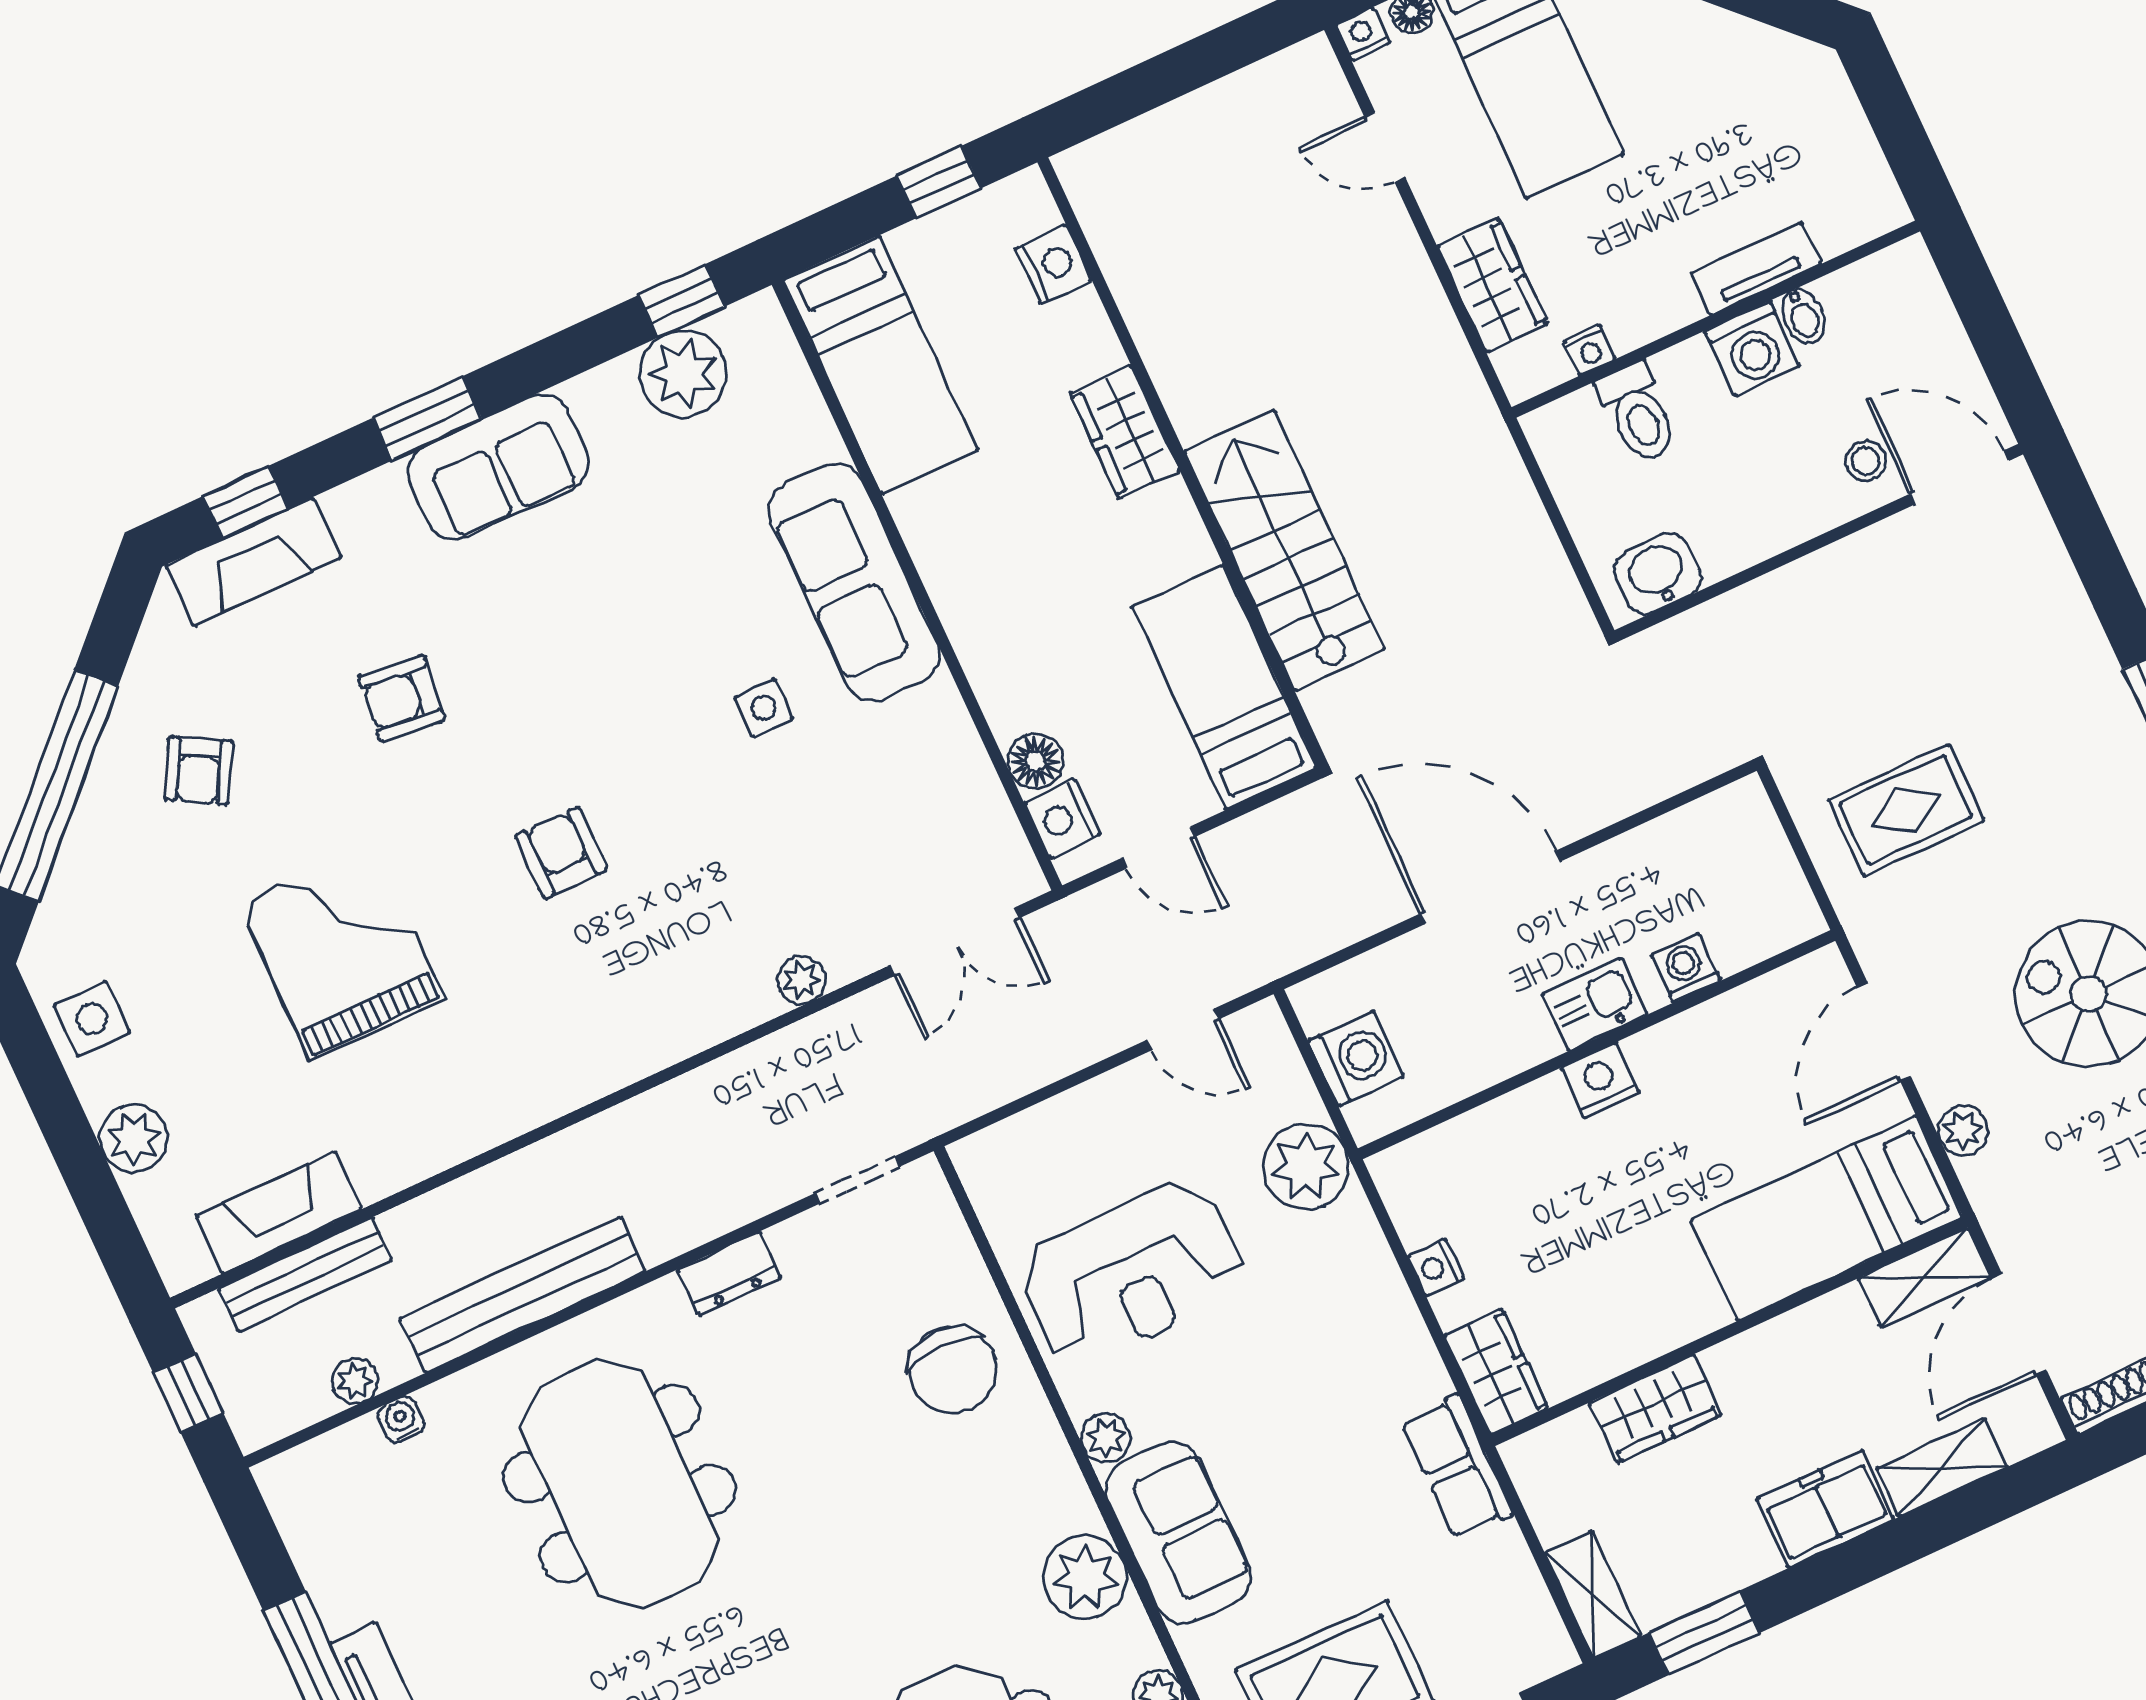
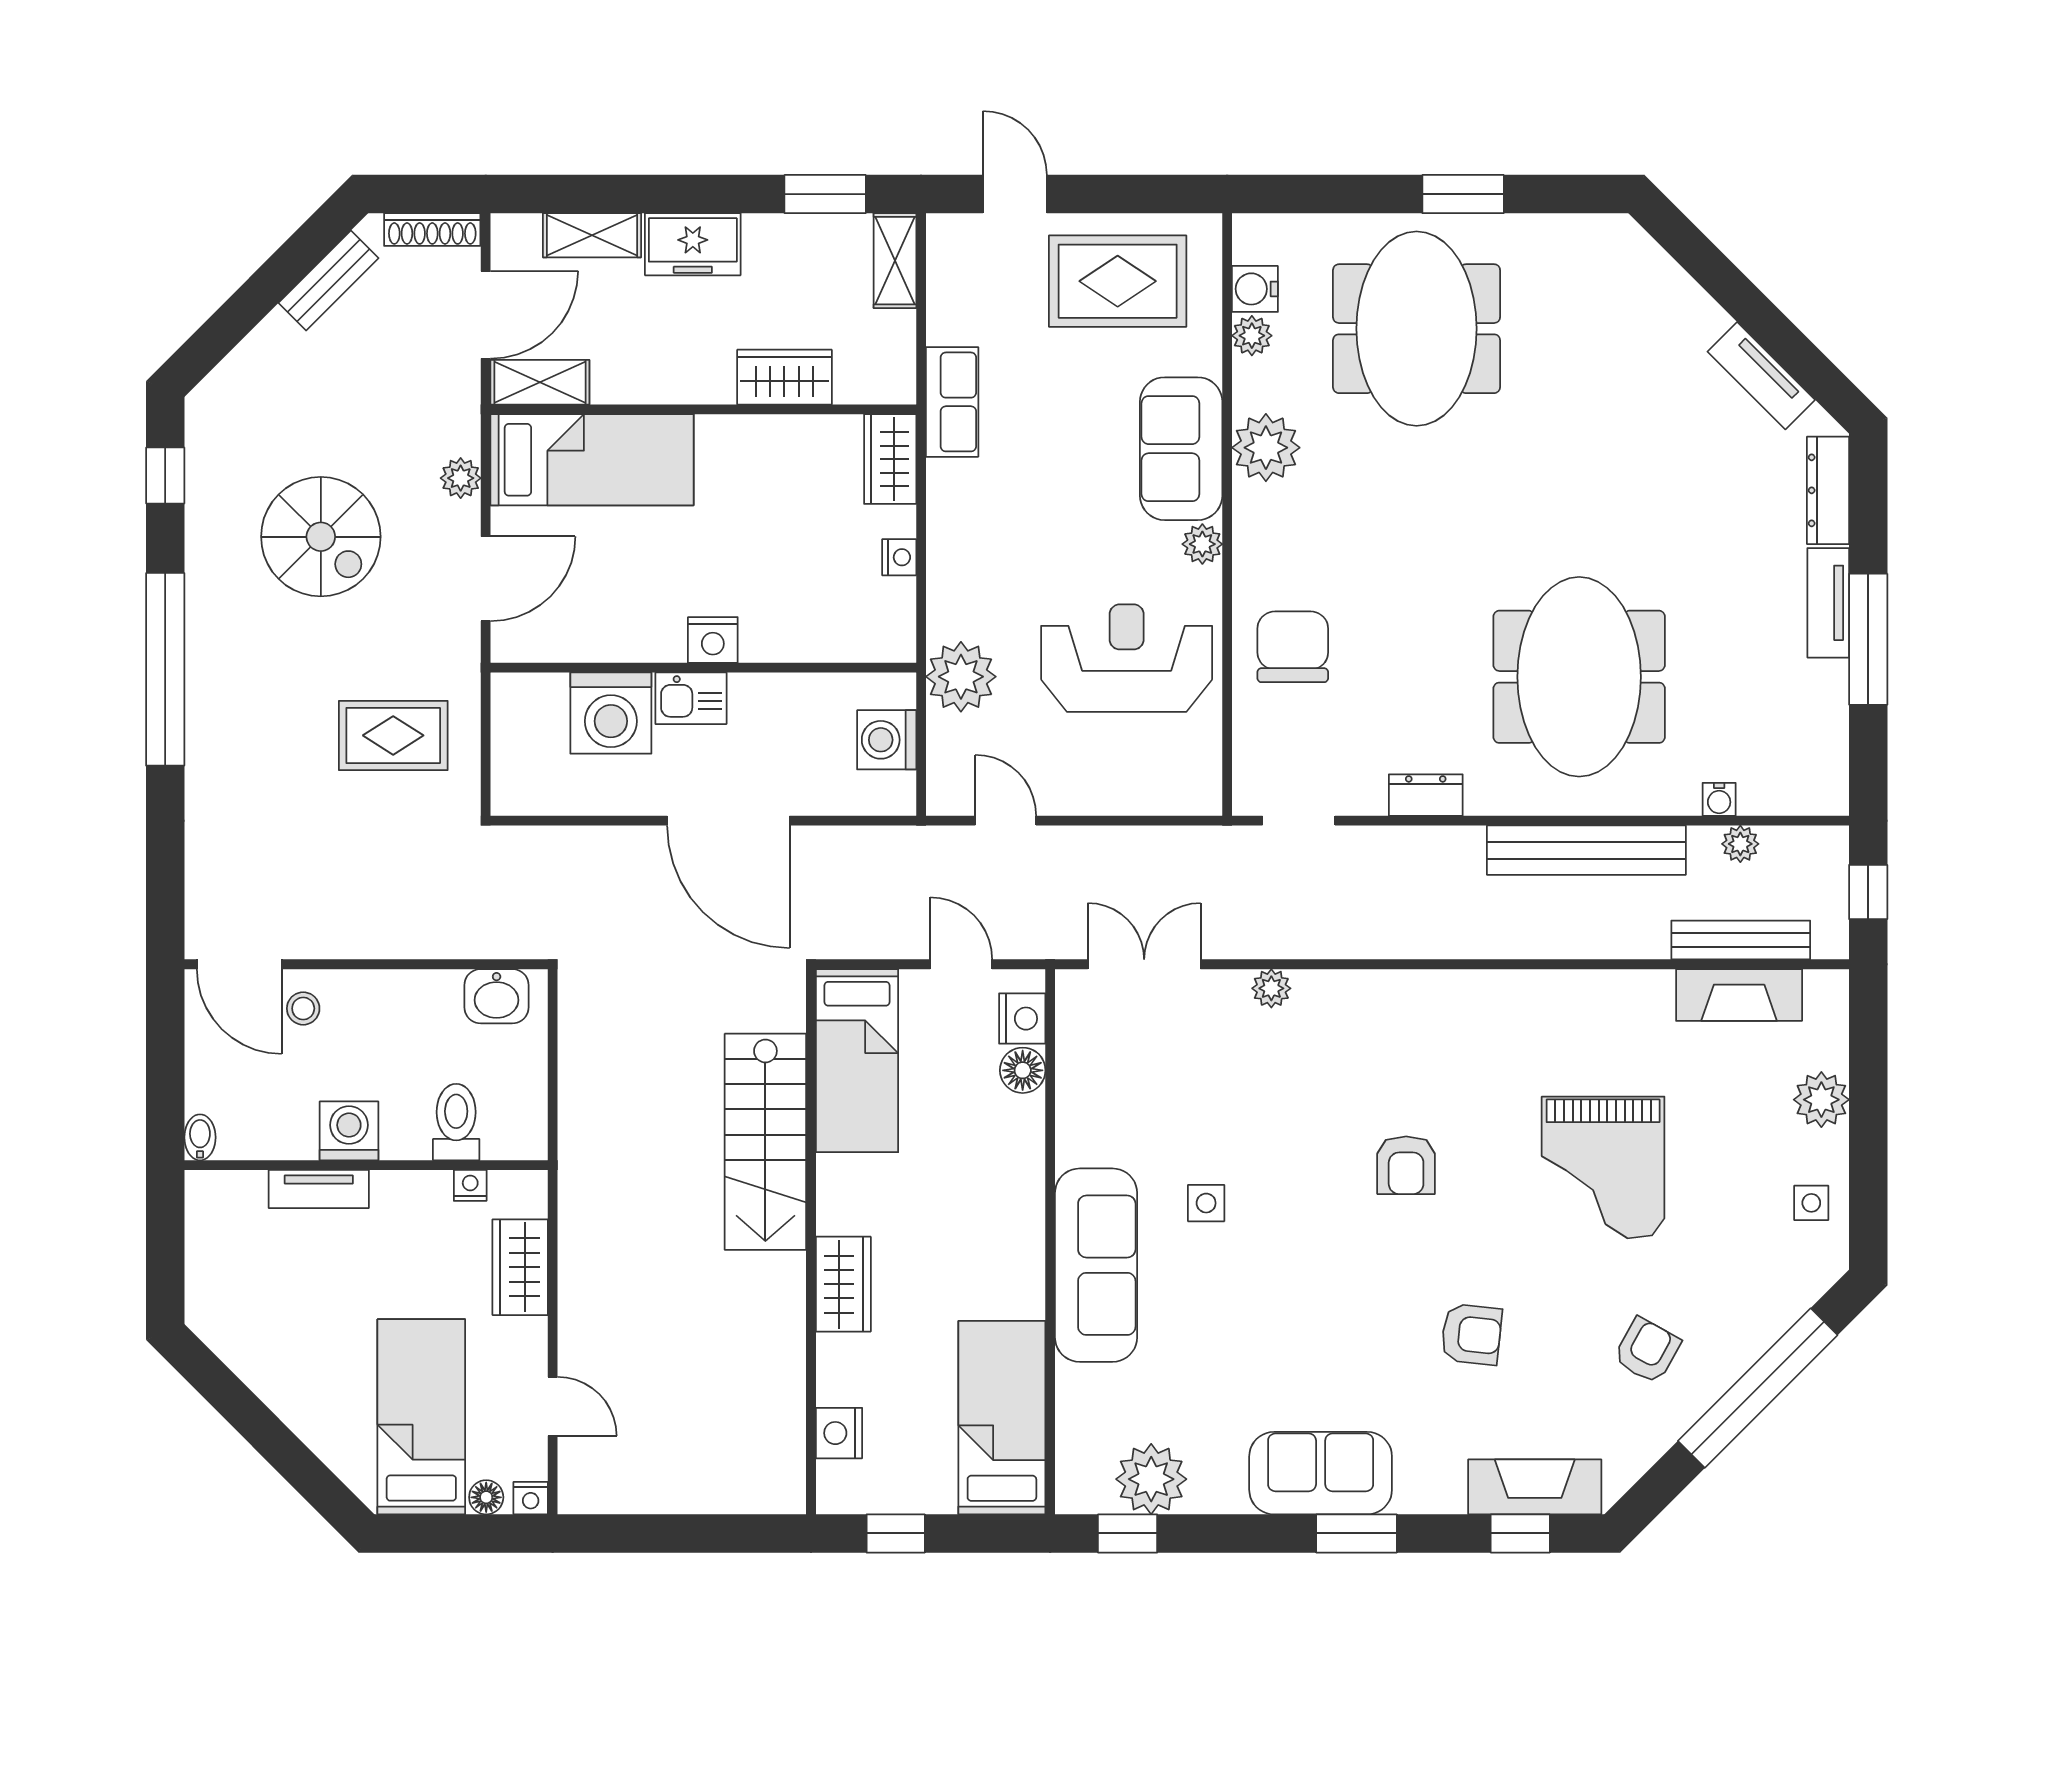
bidet: (1803, 316) -> (200, 1137), moved
washing machine: (1686, 968) -> (611, 713), width x1.89, depth x1.89
side table: (92, 1019) -> (1811, 1203), width x0.73, depth x0.73

